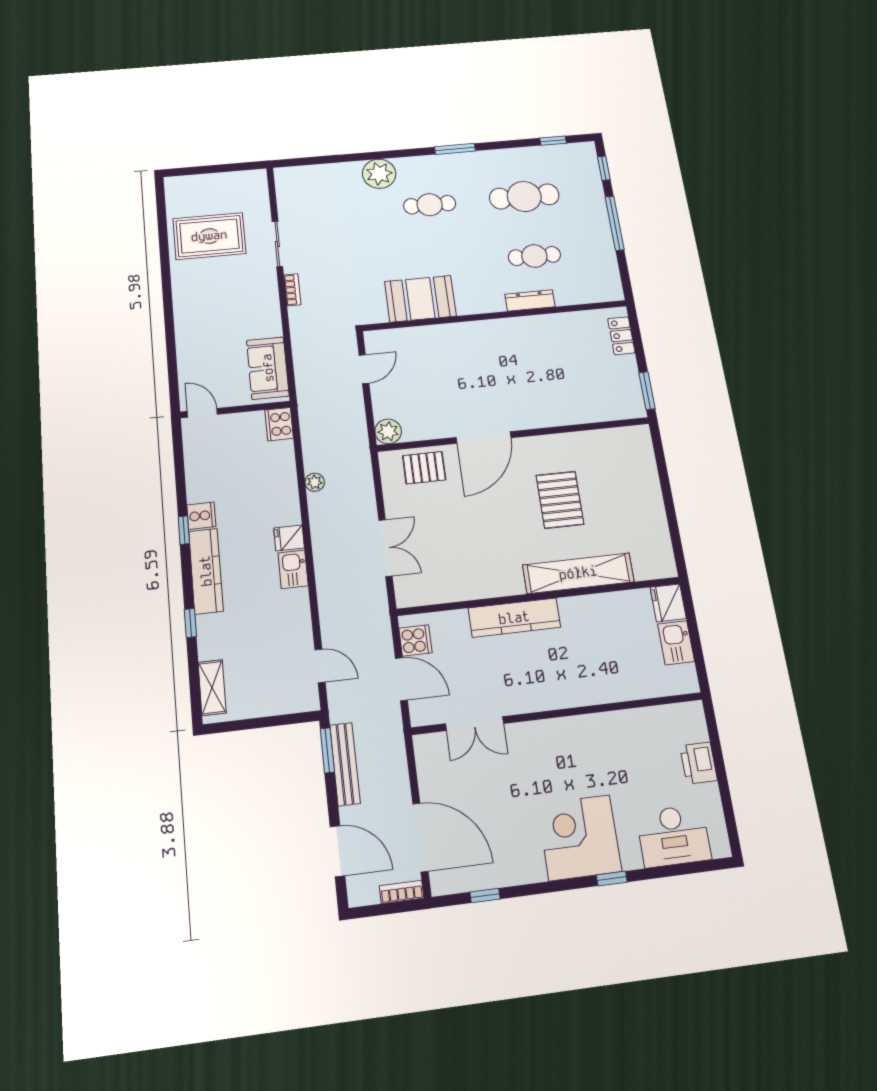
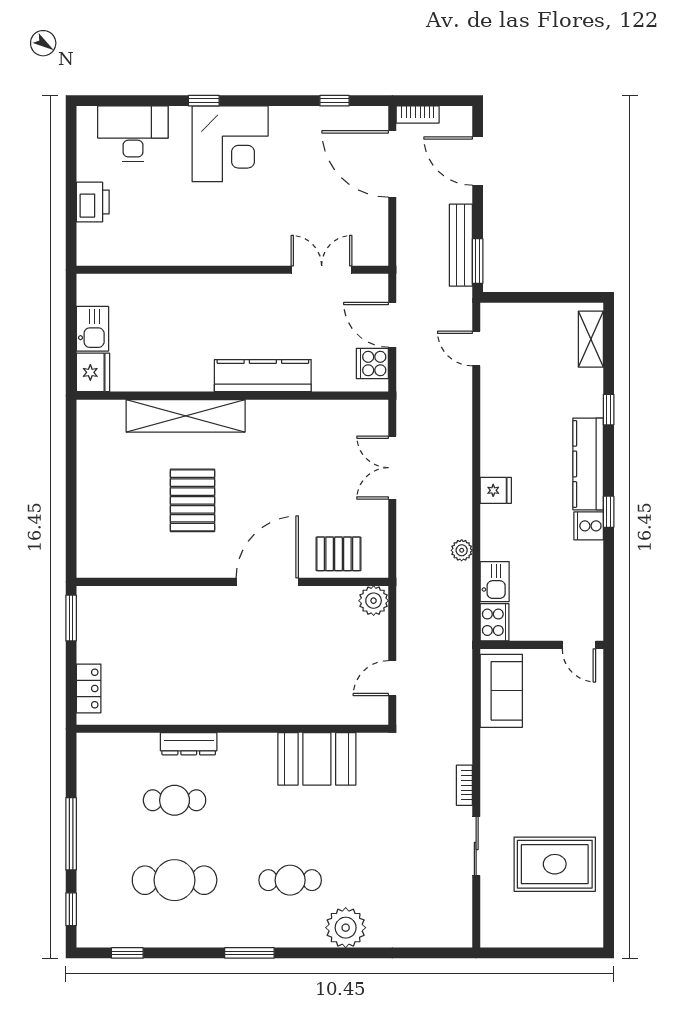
kitchen sink: (293, 569) -> (495, 582), moved

